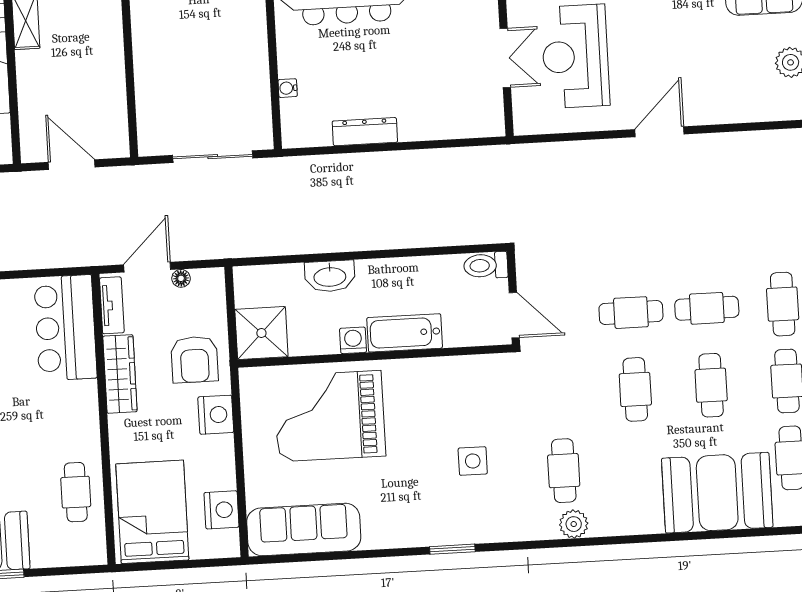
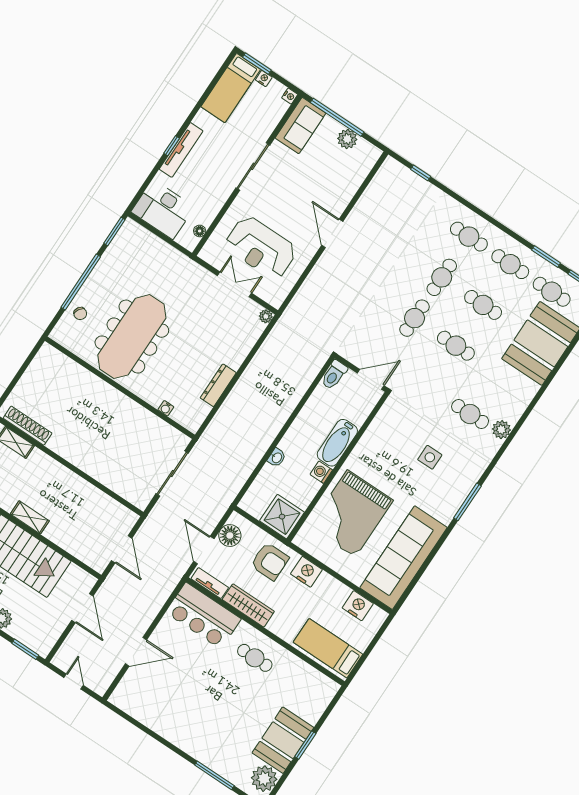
plant: (495, 127) -> (266, 316), added
door: (72, 165) -> (122, 549), swing flipped
washbasin: (330, 276) -> (277, 458), width x0.52, depth x0.69
floor lamp: (181, 278) -> (230, 536), width x1.89, depth x1.89
cafe table: (76, 492) -> (255, 658), moved
bed: (152, 512) -> (328, 648), width x0.67
sofa: (304, 529) -> (404, 558), width x1.36, depth x1.27
window: (452, 549) -> (467, 502), width x1.44

